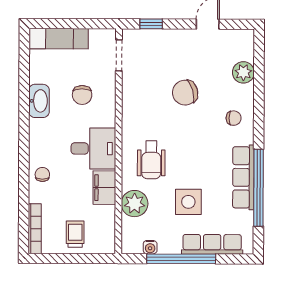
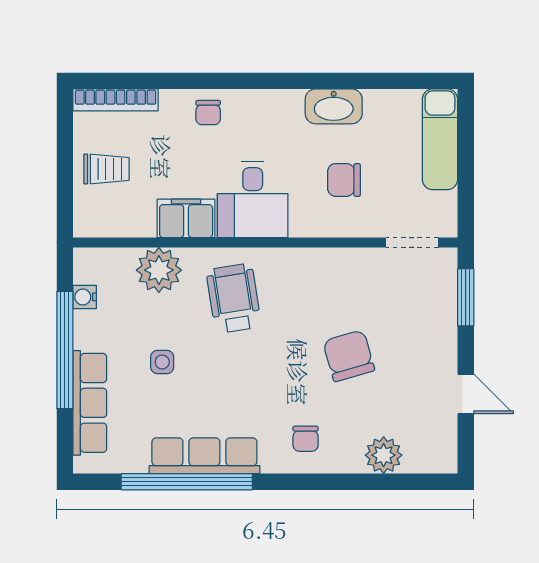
window: (151, 24) -> (466, 297), width x1.50
wheelchair: (151, 160) -> (234, 298), turned 81
chair: (42, 174) -> (208, 113), turned 90
side table: (188, 202) -> (162, 362), width x0.54, depth x0.54

